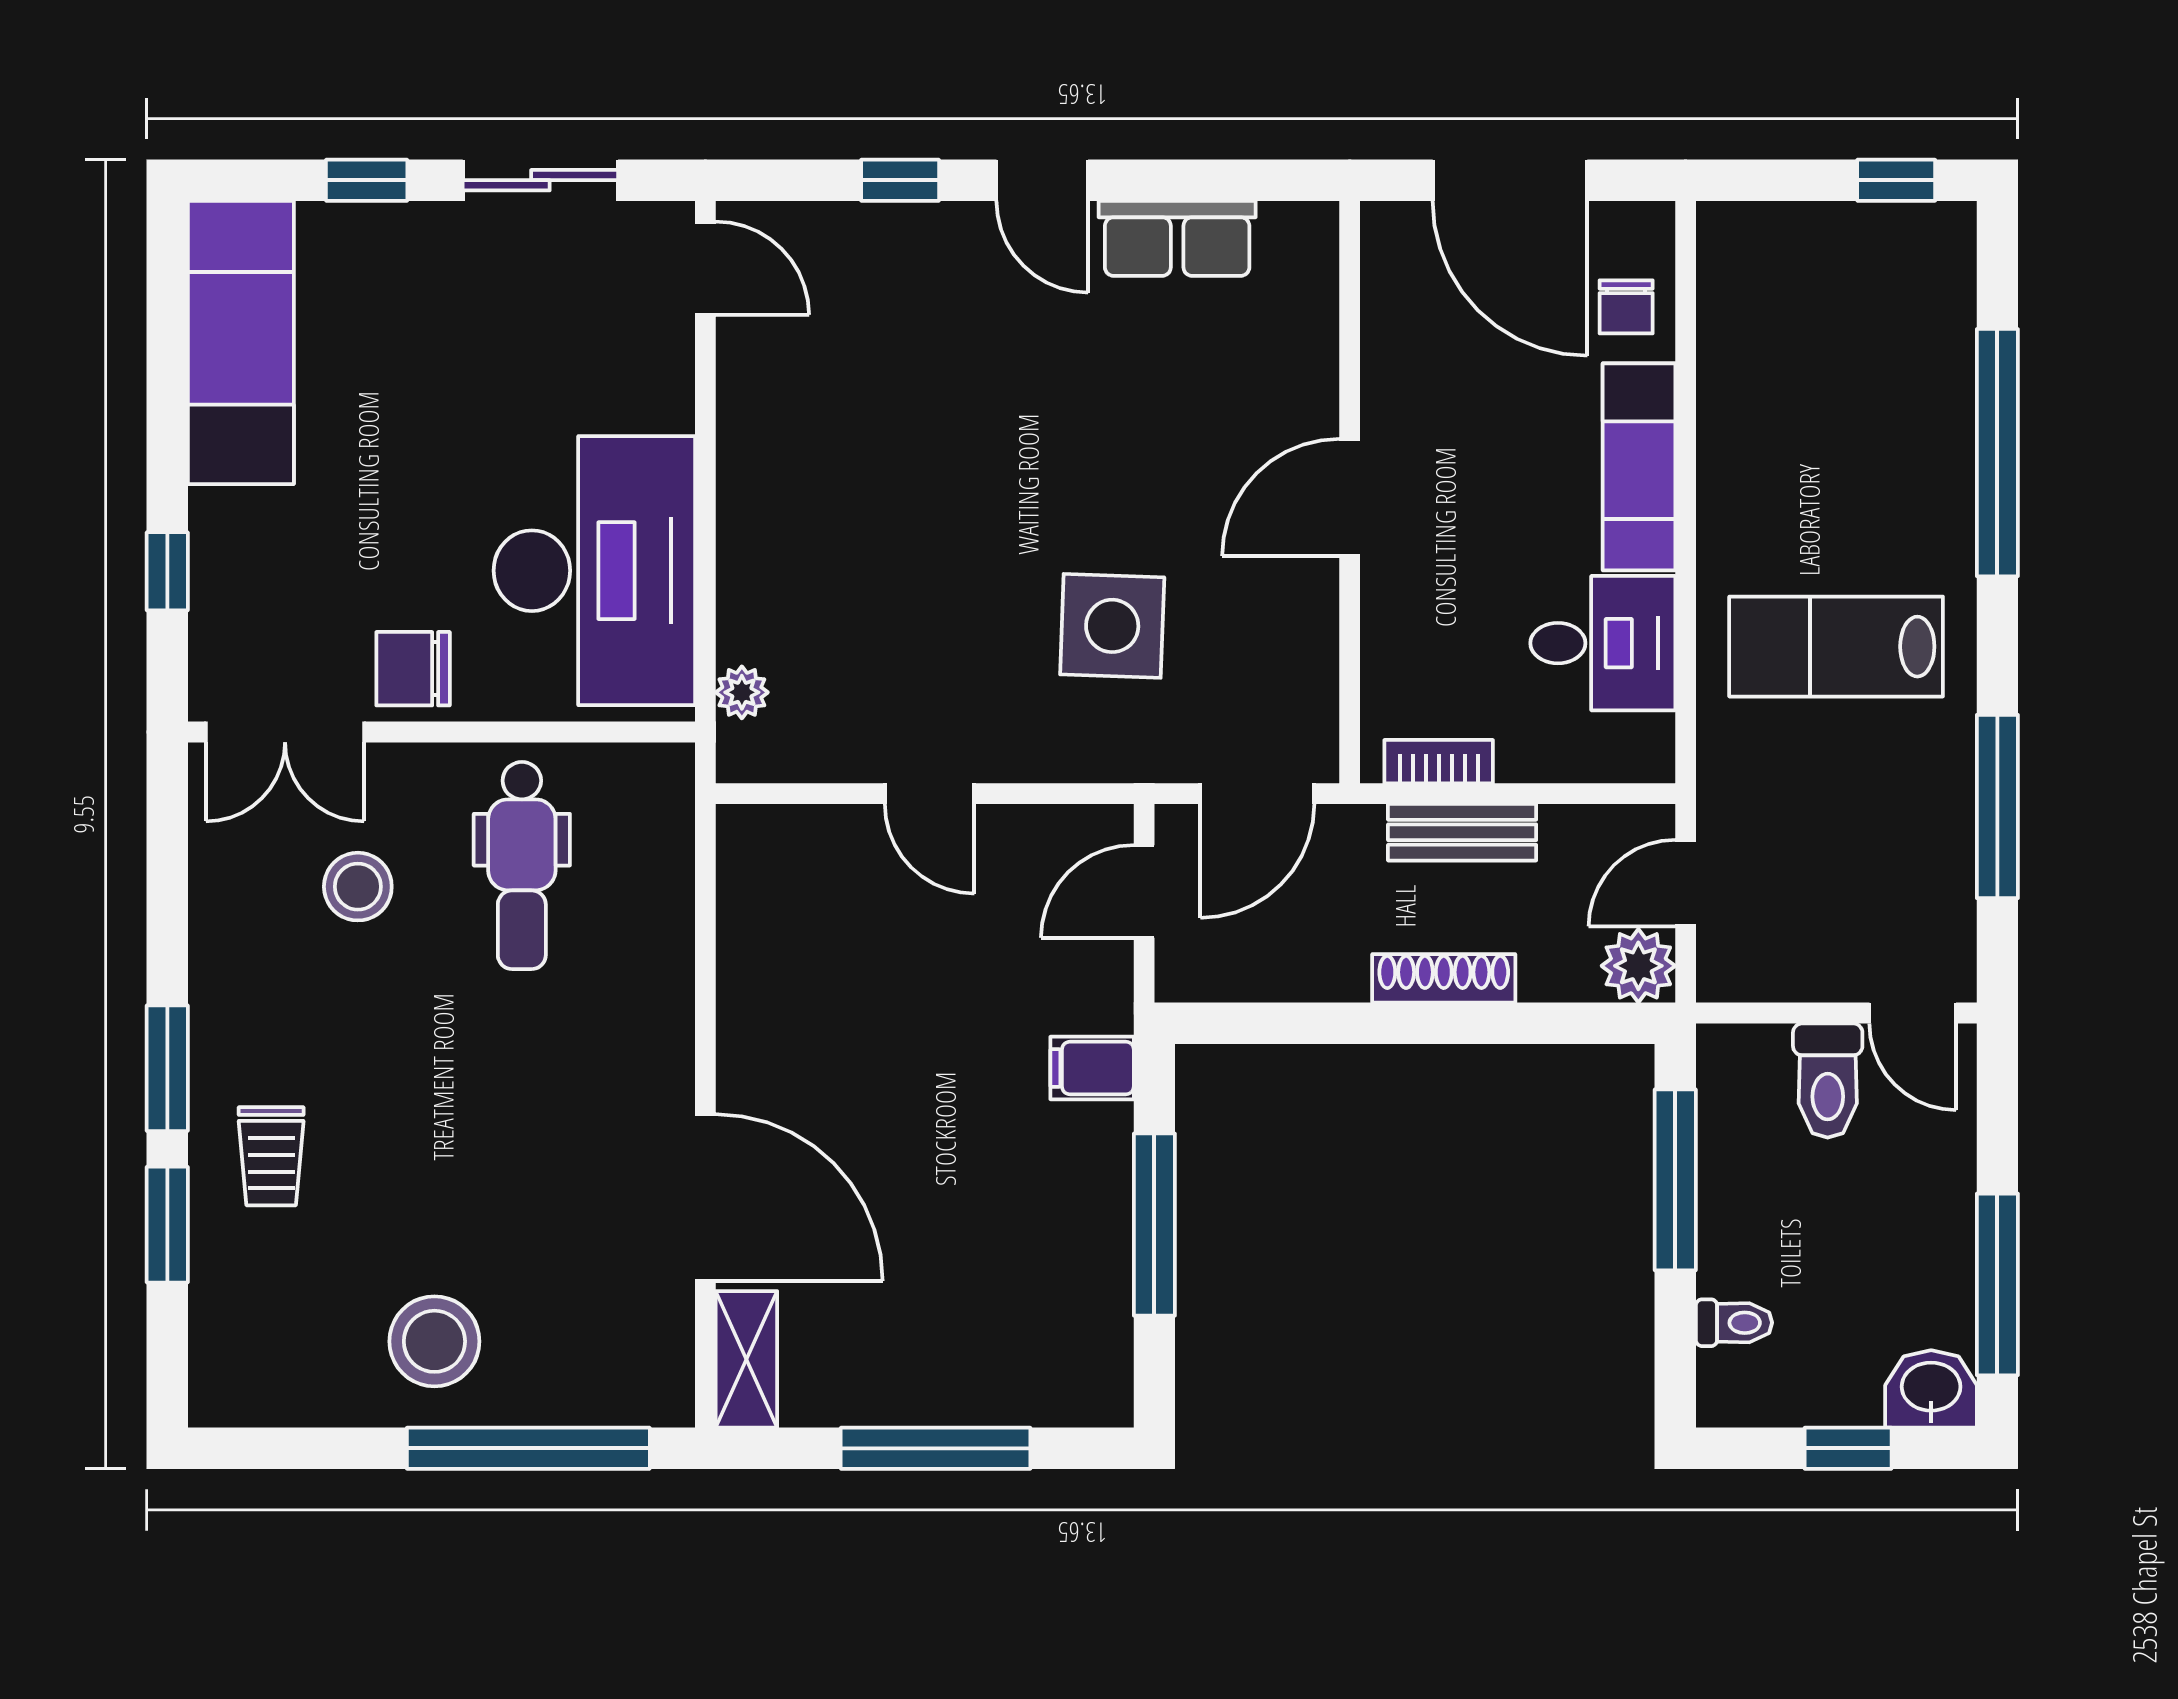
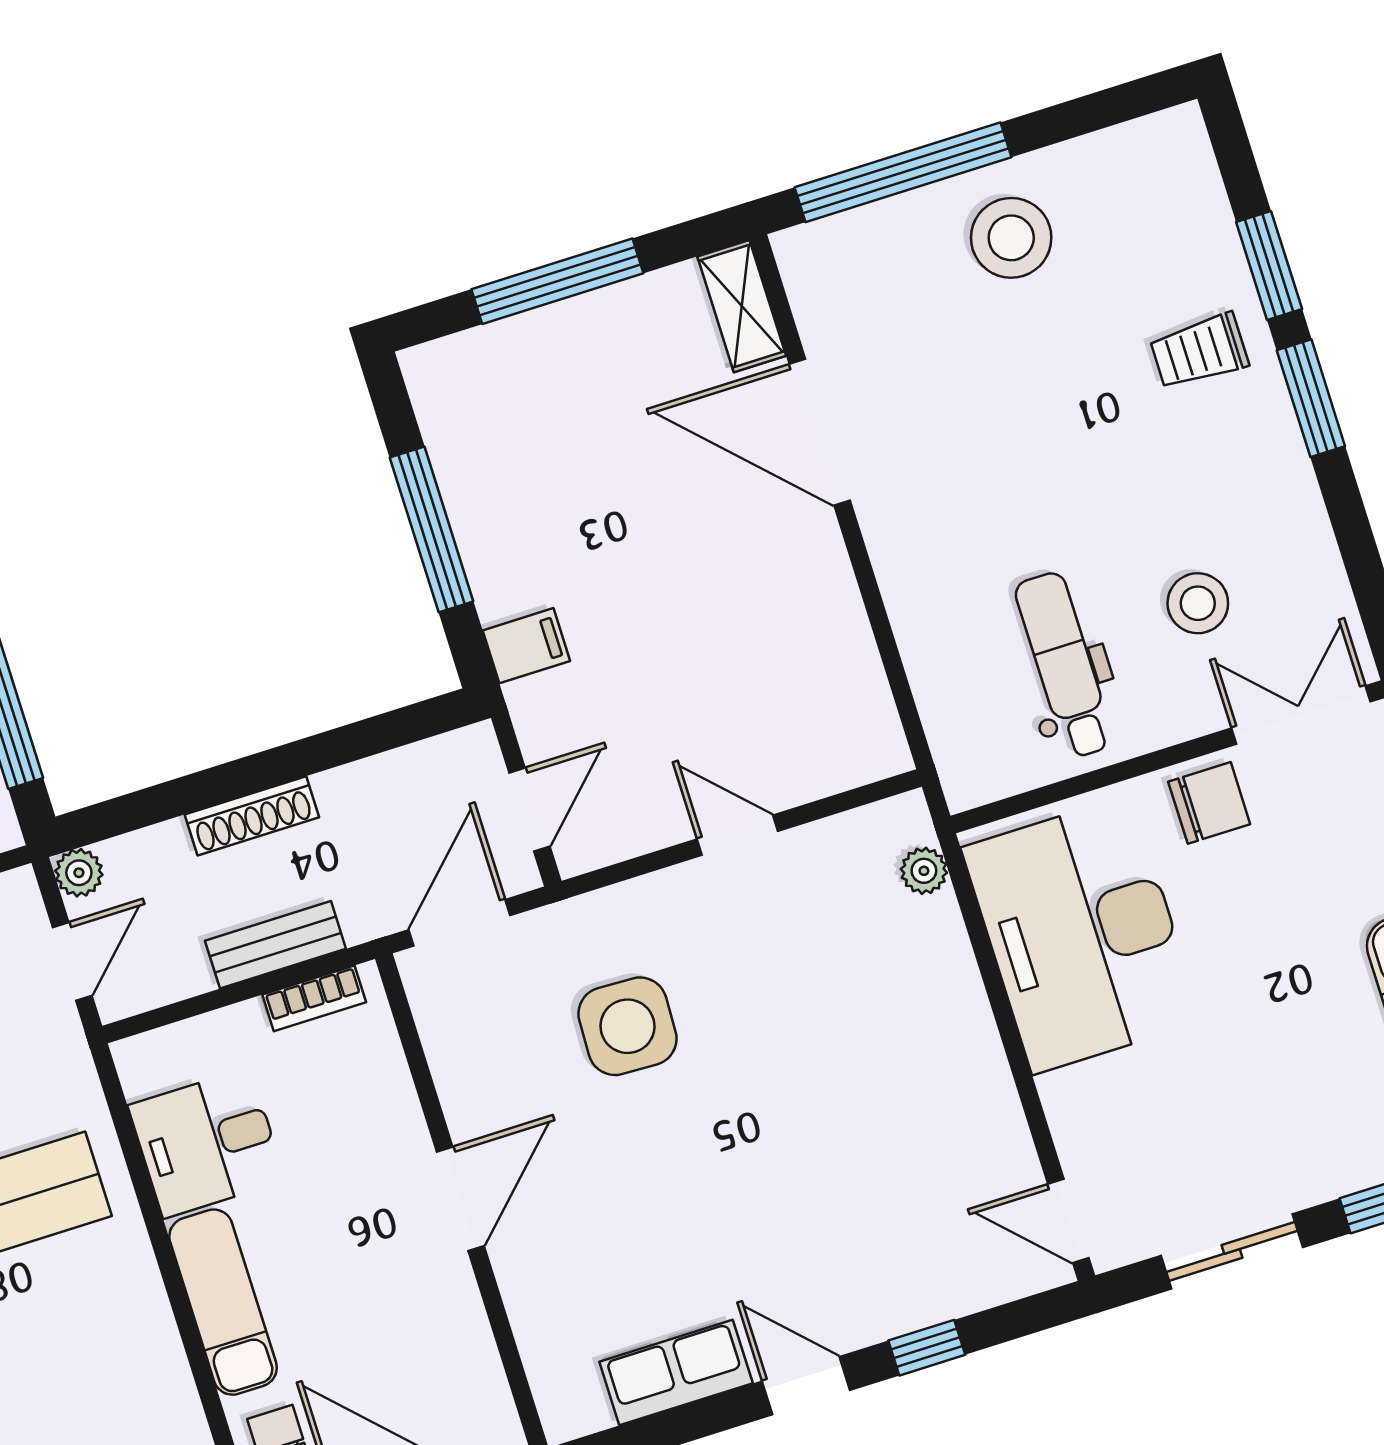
plant: (1638, 966) -> (79, 873), width x0.73, depth x0.73
trolley: (271, 1156) -> (1199, 351), turned -90

